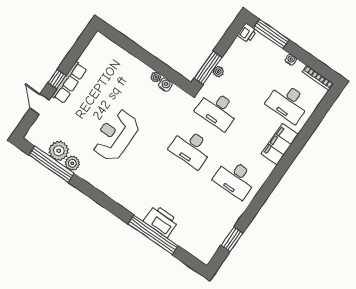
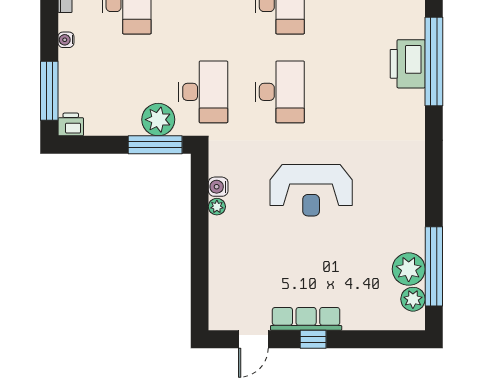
plant: (218, 72) -> (158, 120), width x1.87, depth x1.87
door: (40, 104) -> (253, 339), moved
reception desk: (115, 135) -> (311, 190), moved
plant: (72, 163) -> (413, 299), moved

